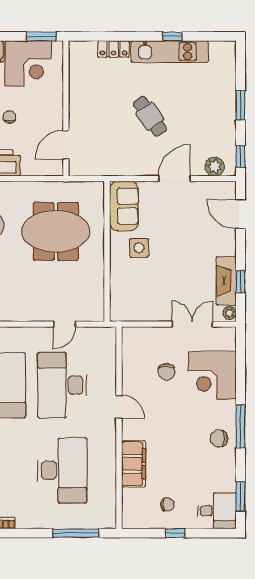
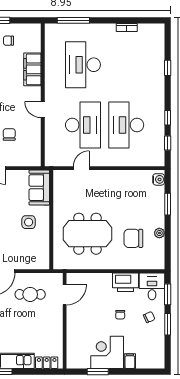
wall: (66, 108) -> (65, 321), moved
cafe table: (150, 116) -> (30, 294), moved, turned -55
door: (66, 145) -> (65, 295), moved
sofa: (124, 206) -> (39, 188), moved

